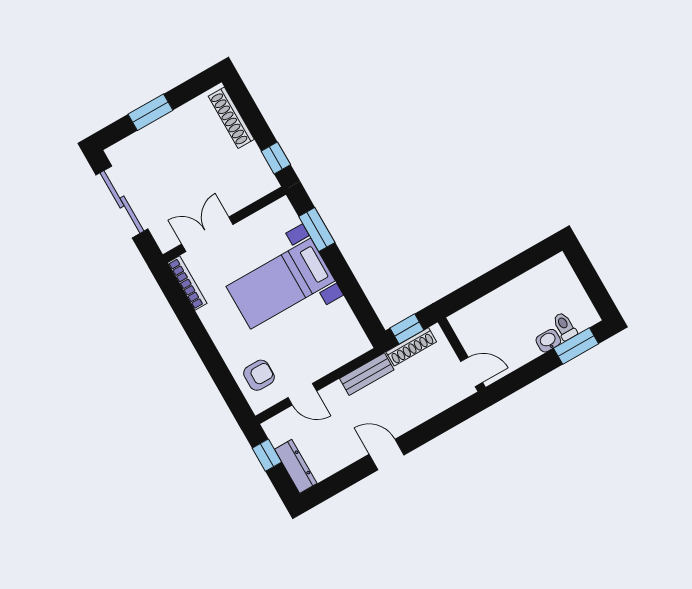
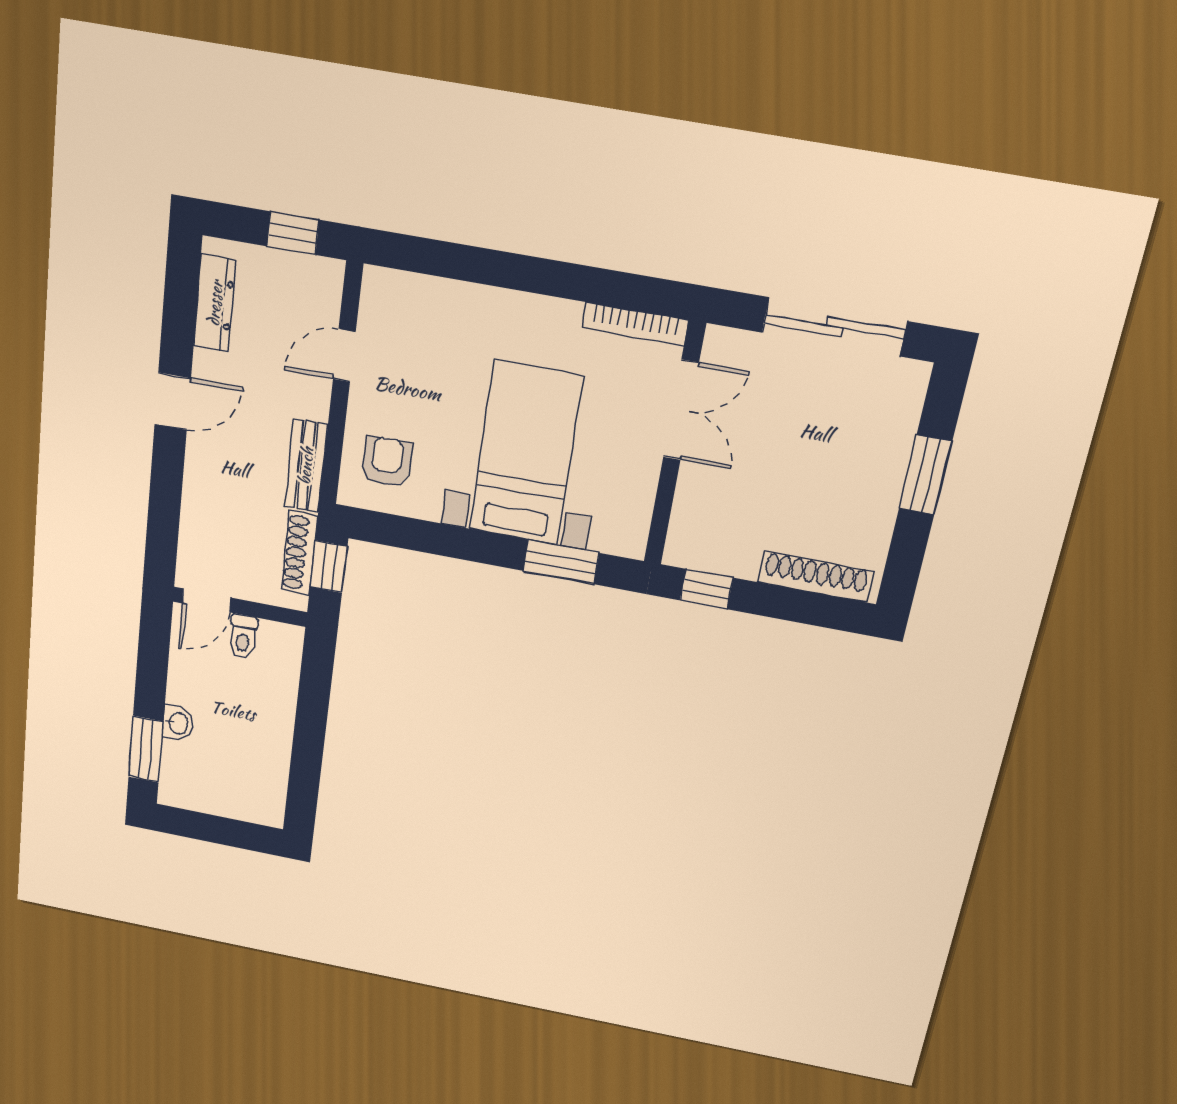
toilet: (565, 326) -> (243, 637), moved, turned 90
armchair: (259, 375) -> (387, 462), moved, turned 180
dresser: (296, 466) -> (215, 303), moved, turned -90

